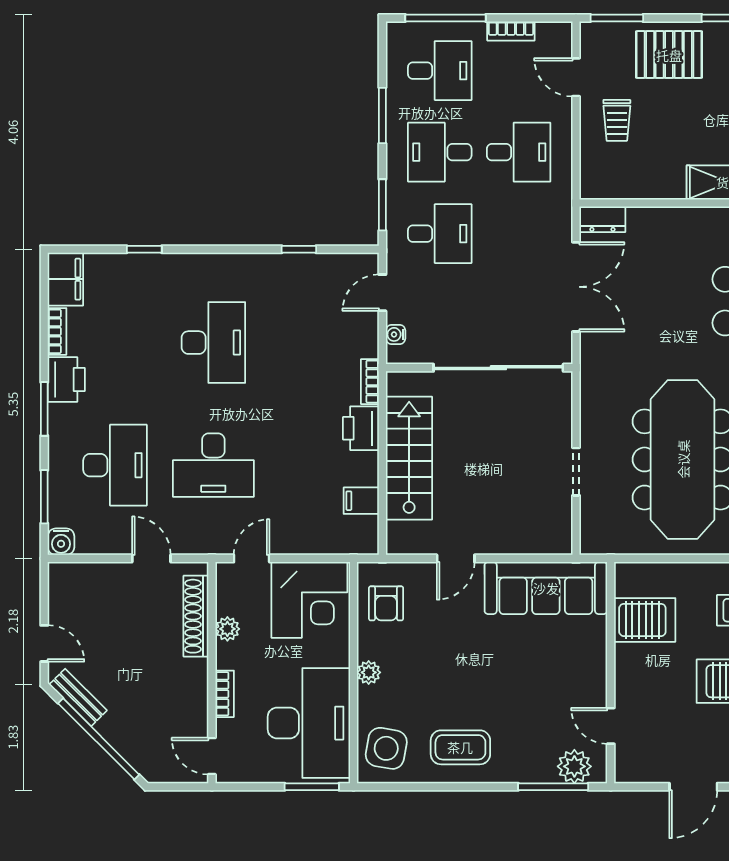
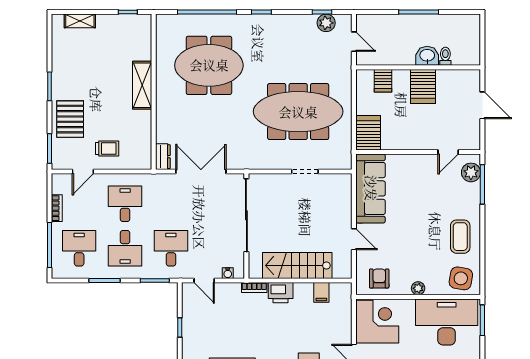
armchair: (386, 603) -> (379, 278), turned -90
server rack: (645, 620) -> (368, 133), moved

